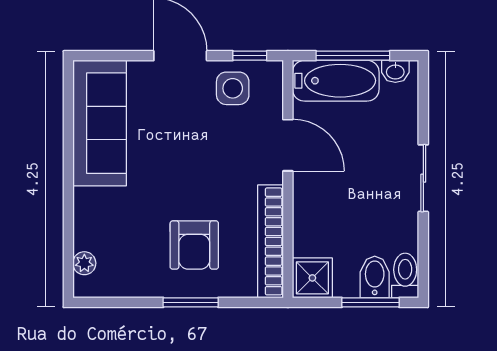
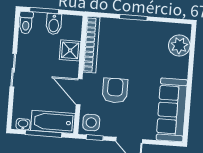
side table: (233, 88) -> (91, 123), moved
armchair: (194, 245) -> (115, 91), moved
plant: (84, 263) -> (179, 46), width x1.88, depth x1.88
bidet: (375, 277) -> (54, 24), moved
shower: (312, 278) -> (70, 50), moved

